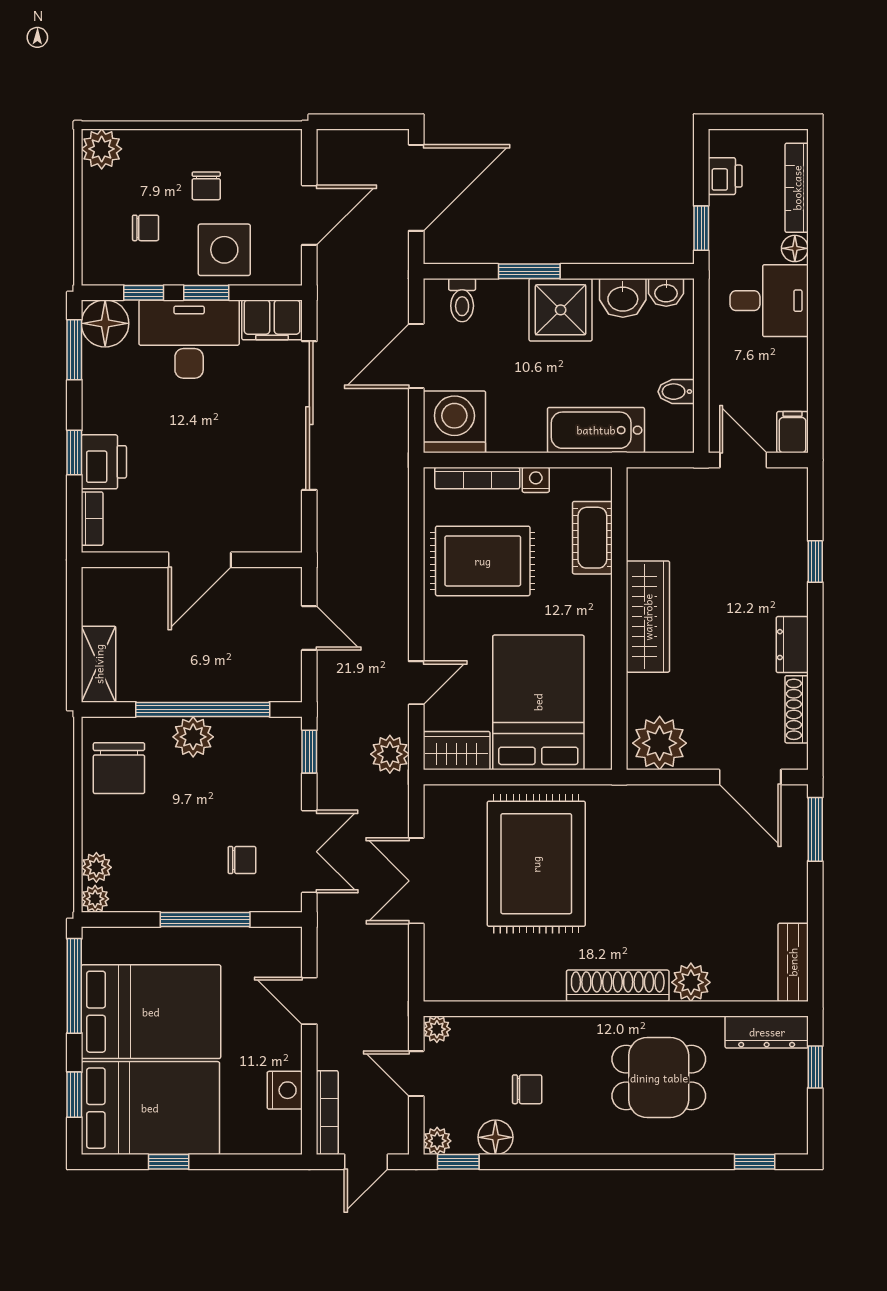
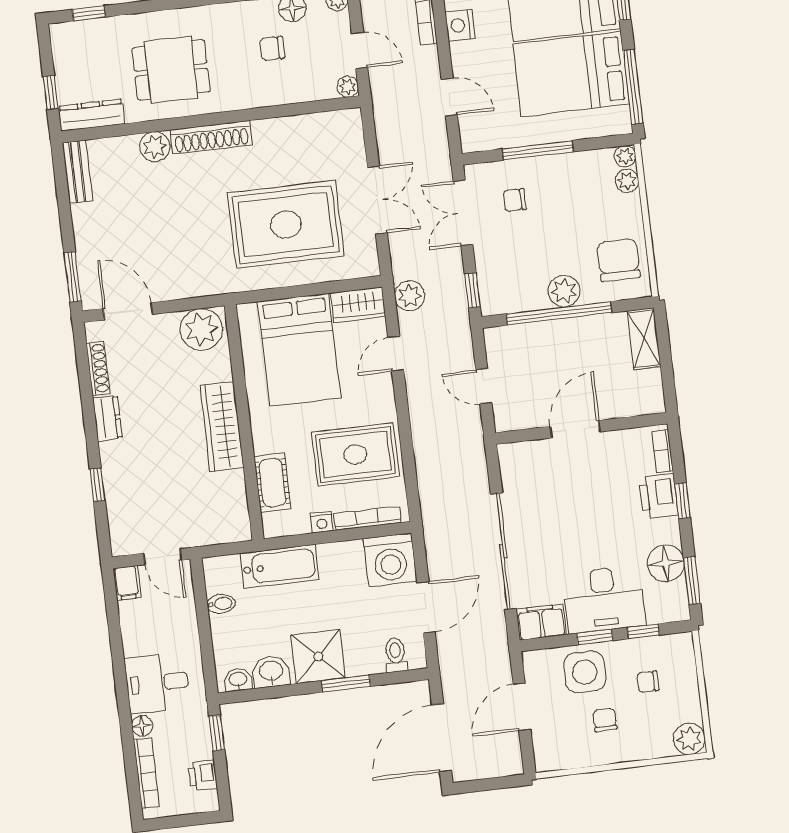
floor lamp: (105, 323) -> (666, 563), moved
rug: (536, 864) -> (286, 224), turned 90

